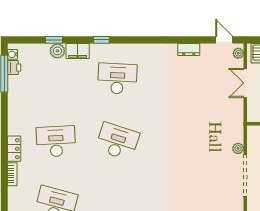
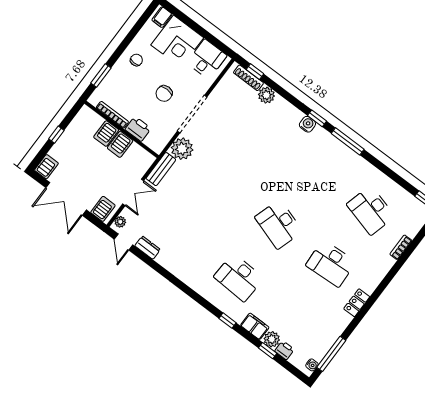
dresser: (189, 49) -> (148, 248), moved
printer: (14, 68) -> (284, 350), moved, turned 90
bench: (238, 116) -> (161, 169), added
plant: (238, 148) -> (182, 149), width x1.88, depth x1.88
locker: (14, 149) -> (357, 303), moved
bookcase: (12, 174) -> (401, 247), moved

